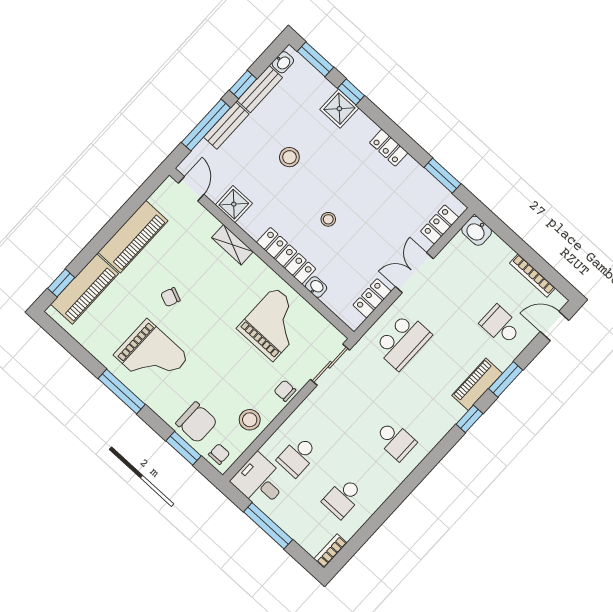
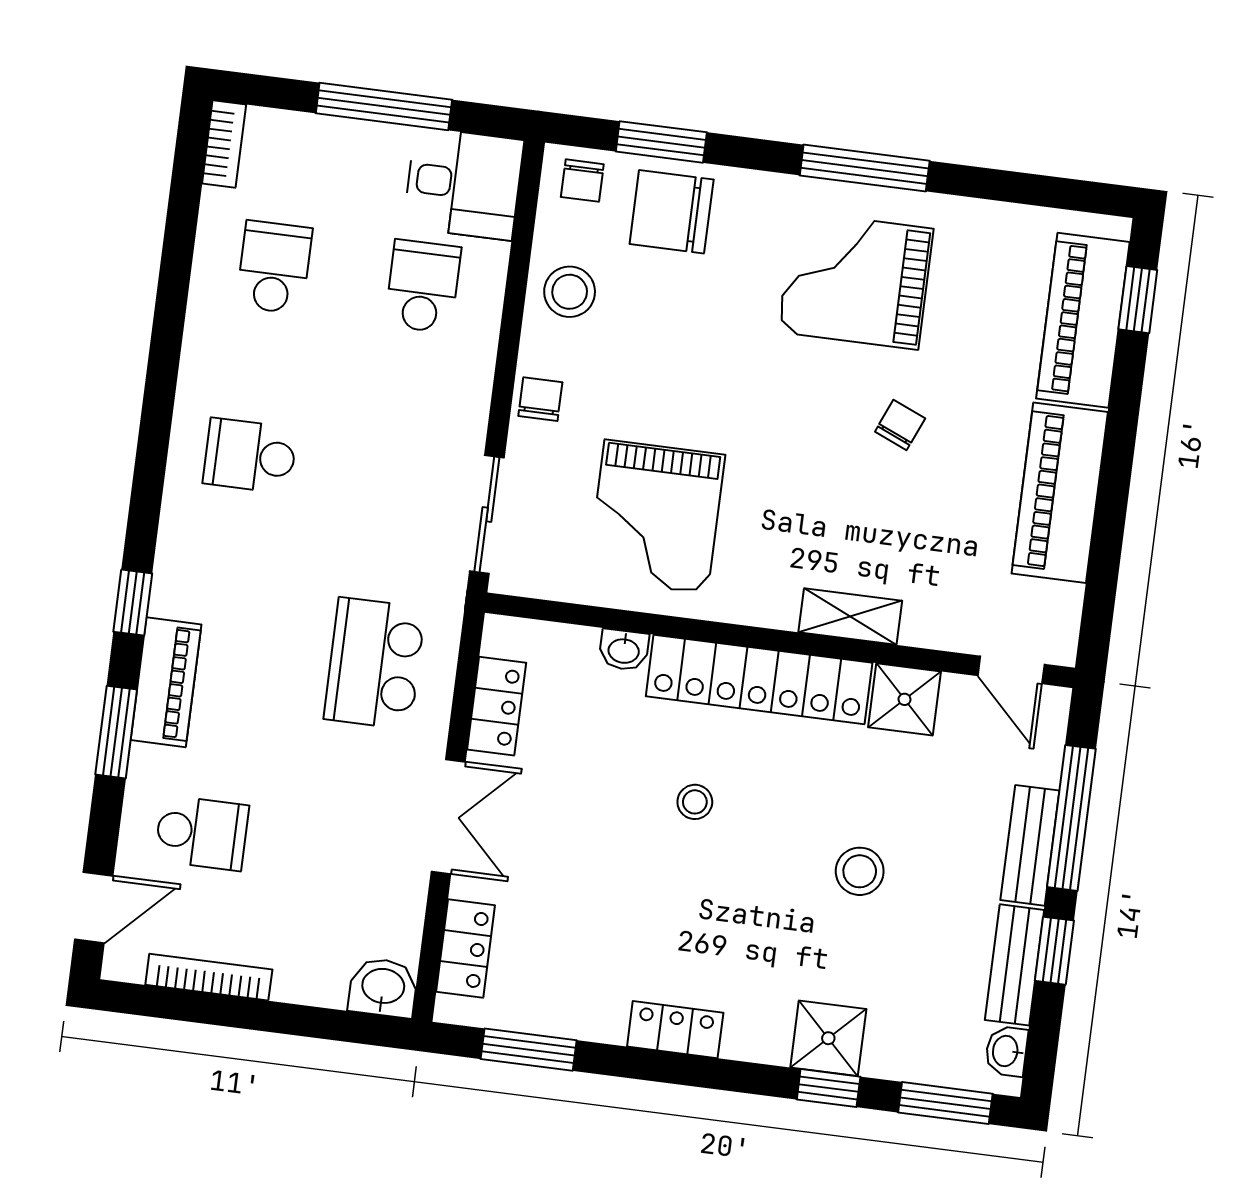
locker: (286, 256) -> (759, 679), width x1.41, depth x1.21
chair: (285, 391) -> (540, 399), turned -90

